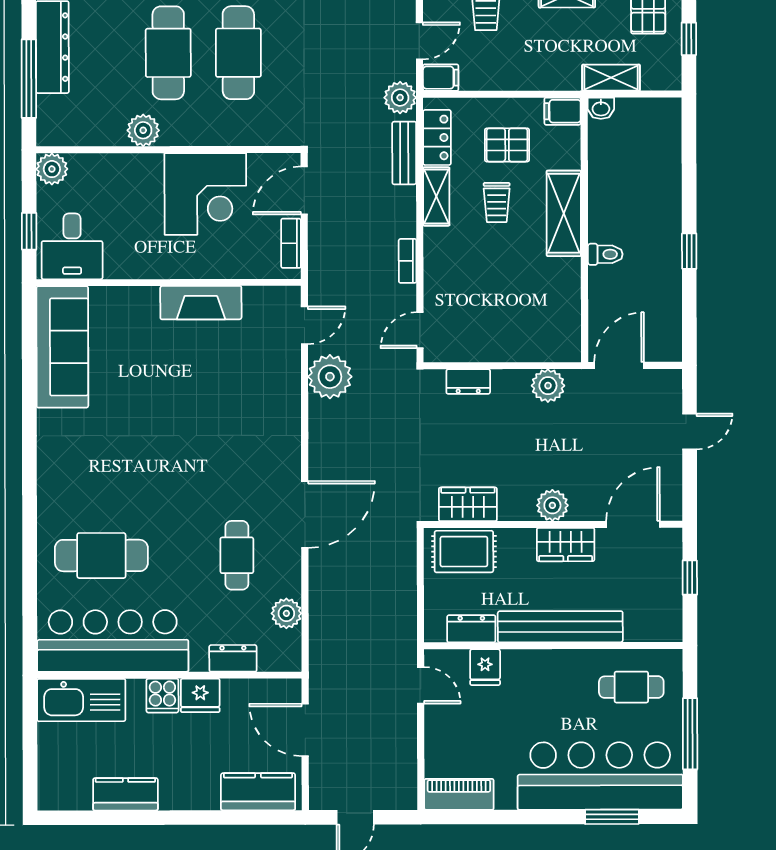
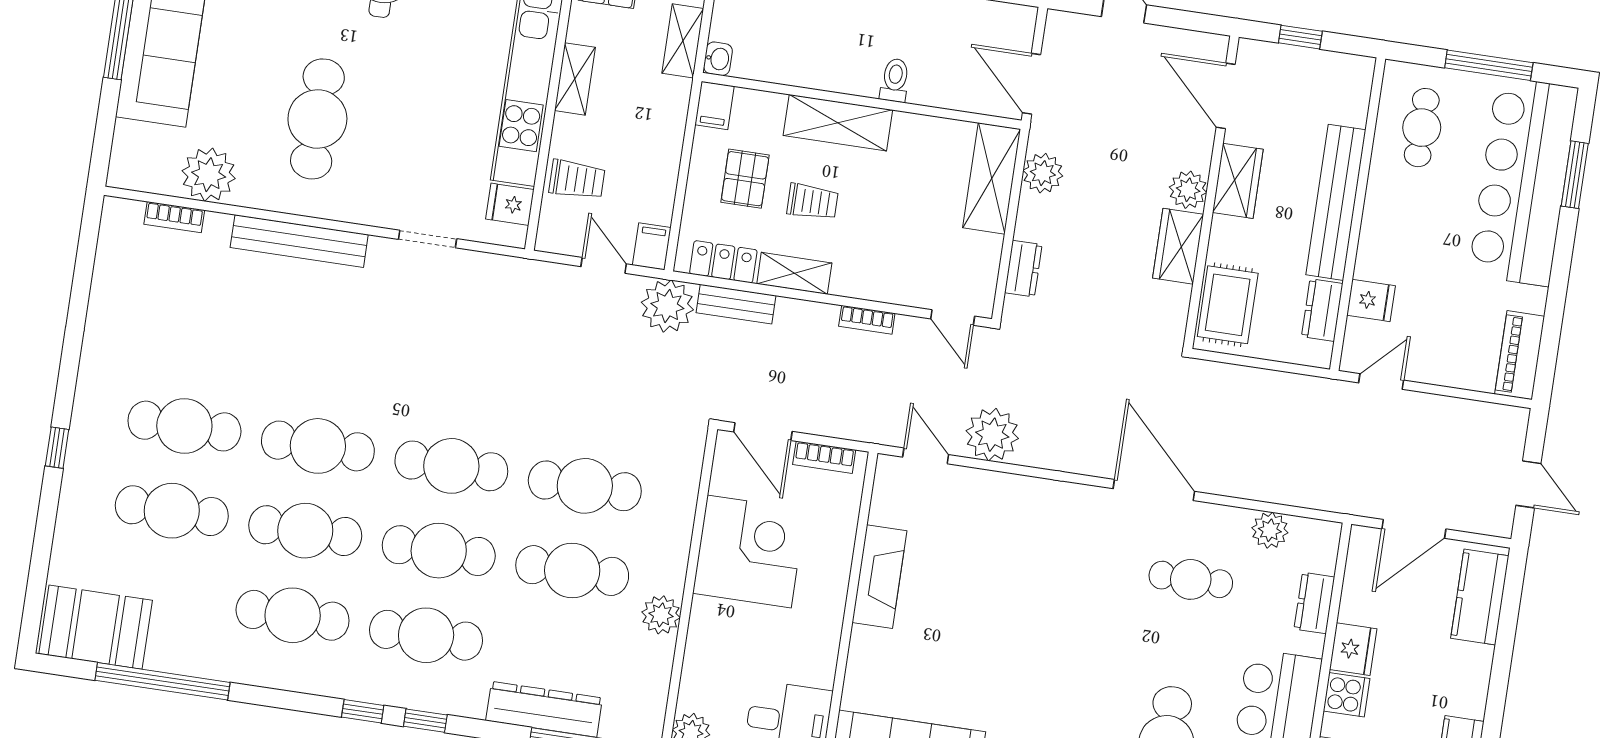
plant: (400, 98) -> (667, 306), width x1.36, depth x1.36
shelving: (537, 345) -> (992, 178), added
wardrobe: (468, 504) -> (1178, 246), moved

